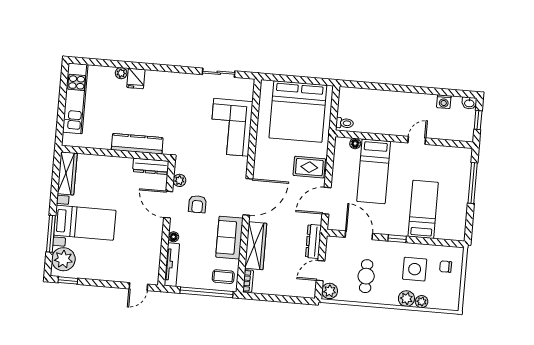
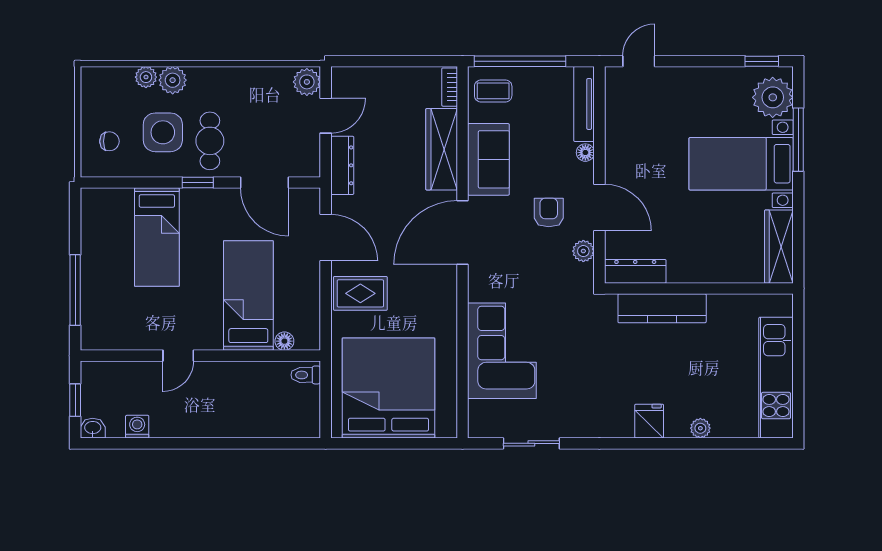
fridge: (136, 79) -> (649, 421), moved
door: (326, 201) -> (326, 238), hinge flipped
cafe table: (366, 276) -> (210, 141), moved

